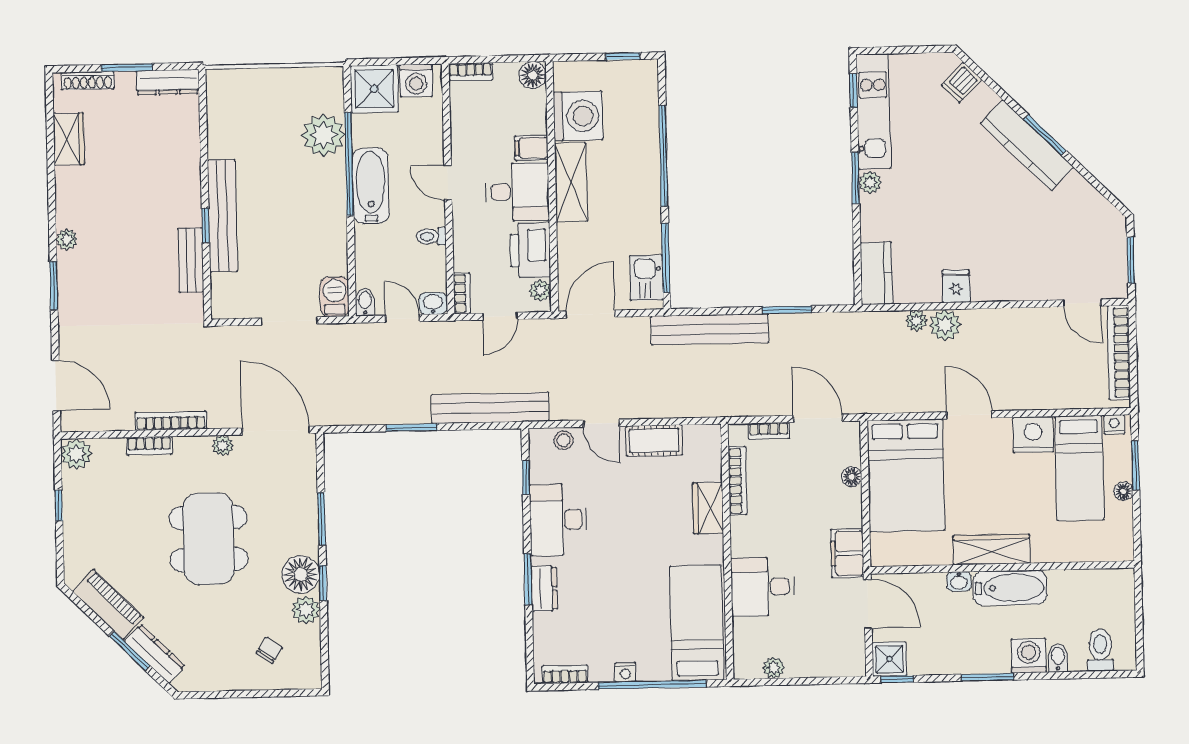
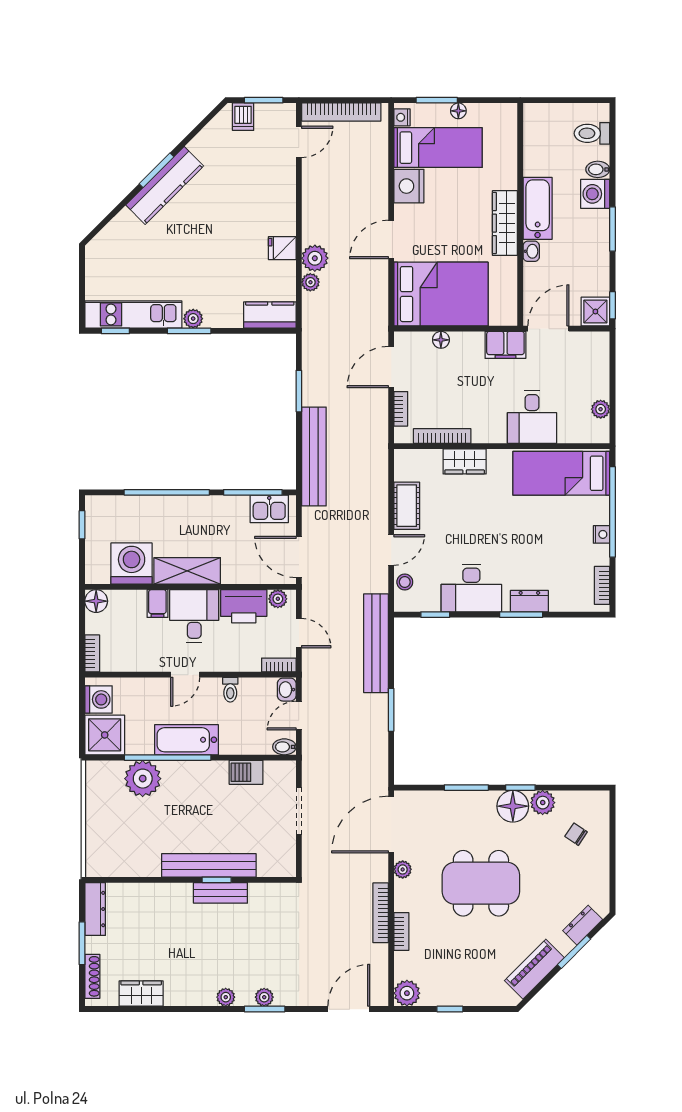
dishwasher: (962, 83) -> (243, 117), moved, turned 45
bench: (191, 260) -> (220, 893), moved
plant: (68, 285) -> (264, 997), added
barbecue: (335, 297) -> (246, 772), moved
dresser: (155, 654) -> (583, 925), width x0.70

